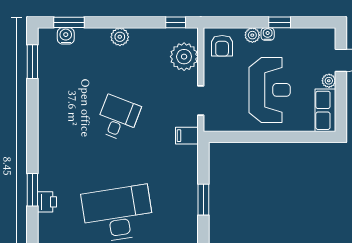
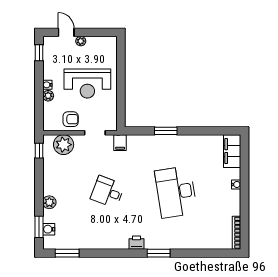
window: (280, 22) -> (39, 53), moved
plant: (120, 37) -> (49, 202), moved
armchair: (222, 46) -> (71, 119), moved
reception desk: (270, 90) -> (87, 83), turned 180
row of seats: (325, 110) -> (102, 44), removed
printer: (47, 202) -> (137, 243), moved

